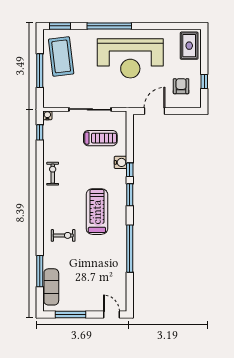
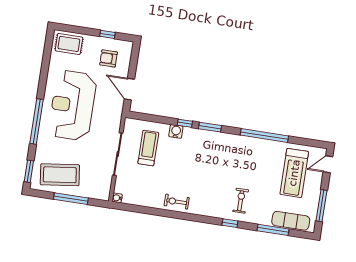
reception desk: (130, 58) -> (73, 105), turned 180
window: (40, 132) -> (230, 223), moved
treadmill: (97, 212) -> (294, 173), moved, turned -90

